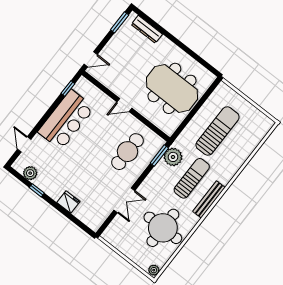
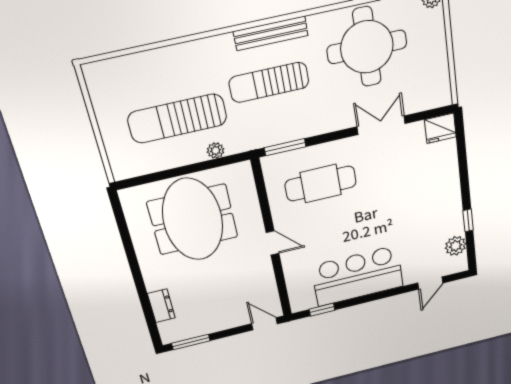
dresser: (147, 29) -> (161, 306), width x0.70
plant: (173, 157) -> (216, 151), moved, width x0.53, depth x0.53
fridge: (68, 202) -> (440, 128), moved, turned -90

